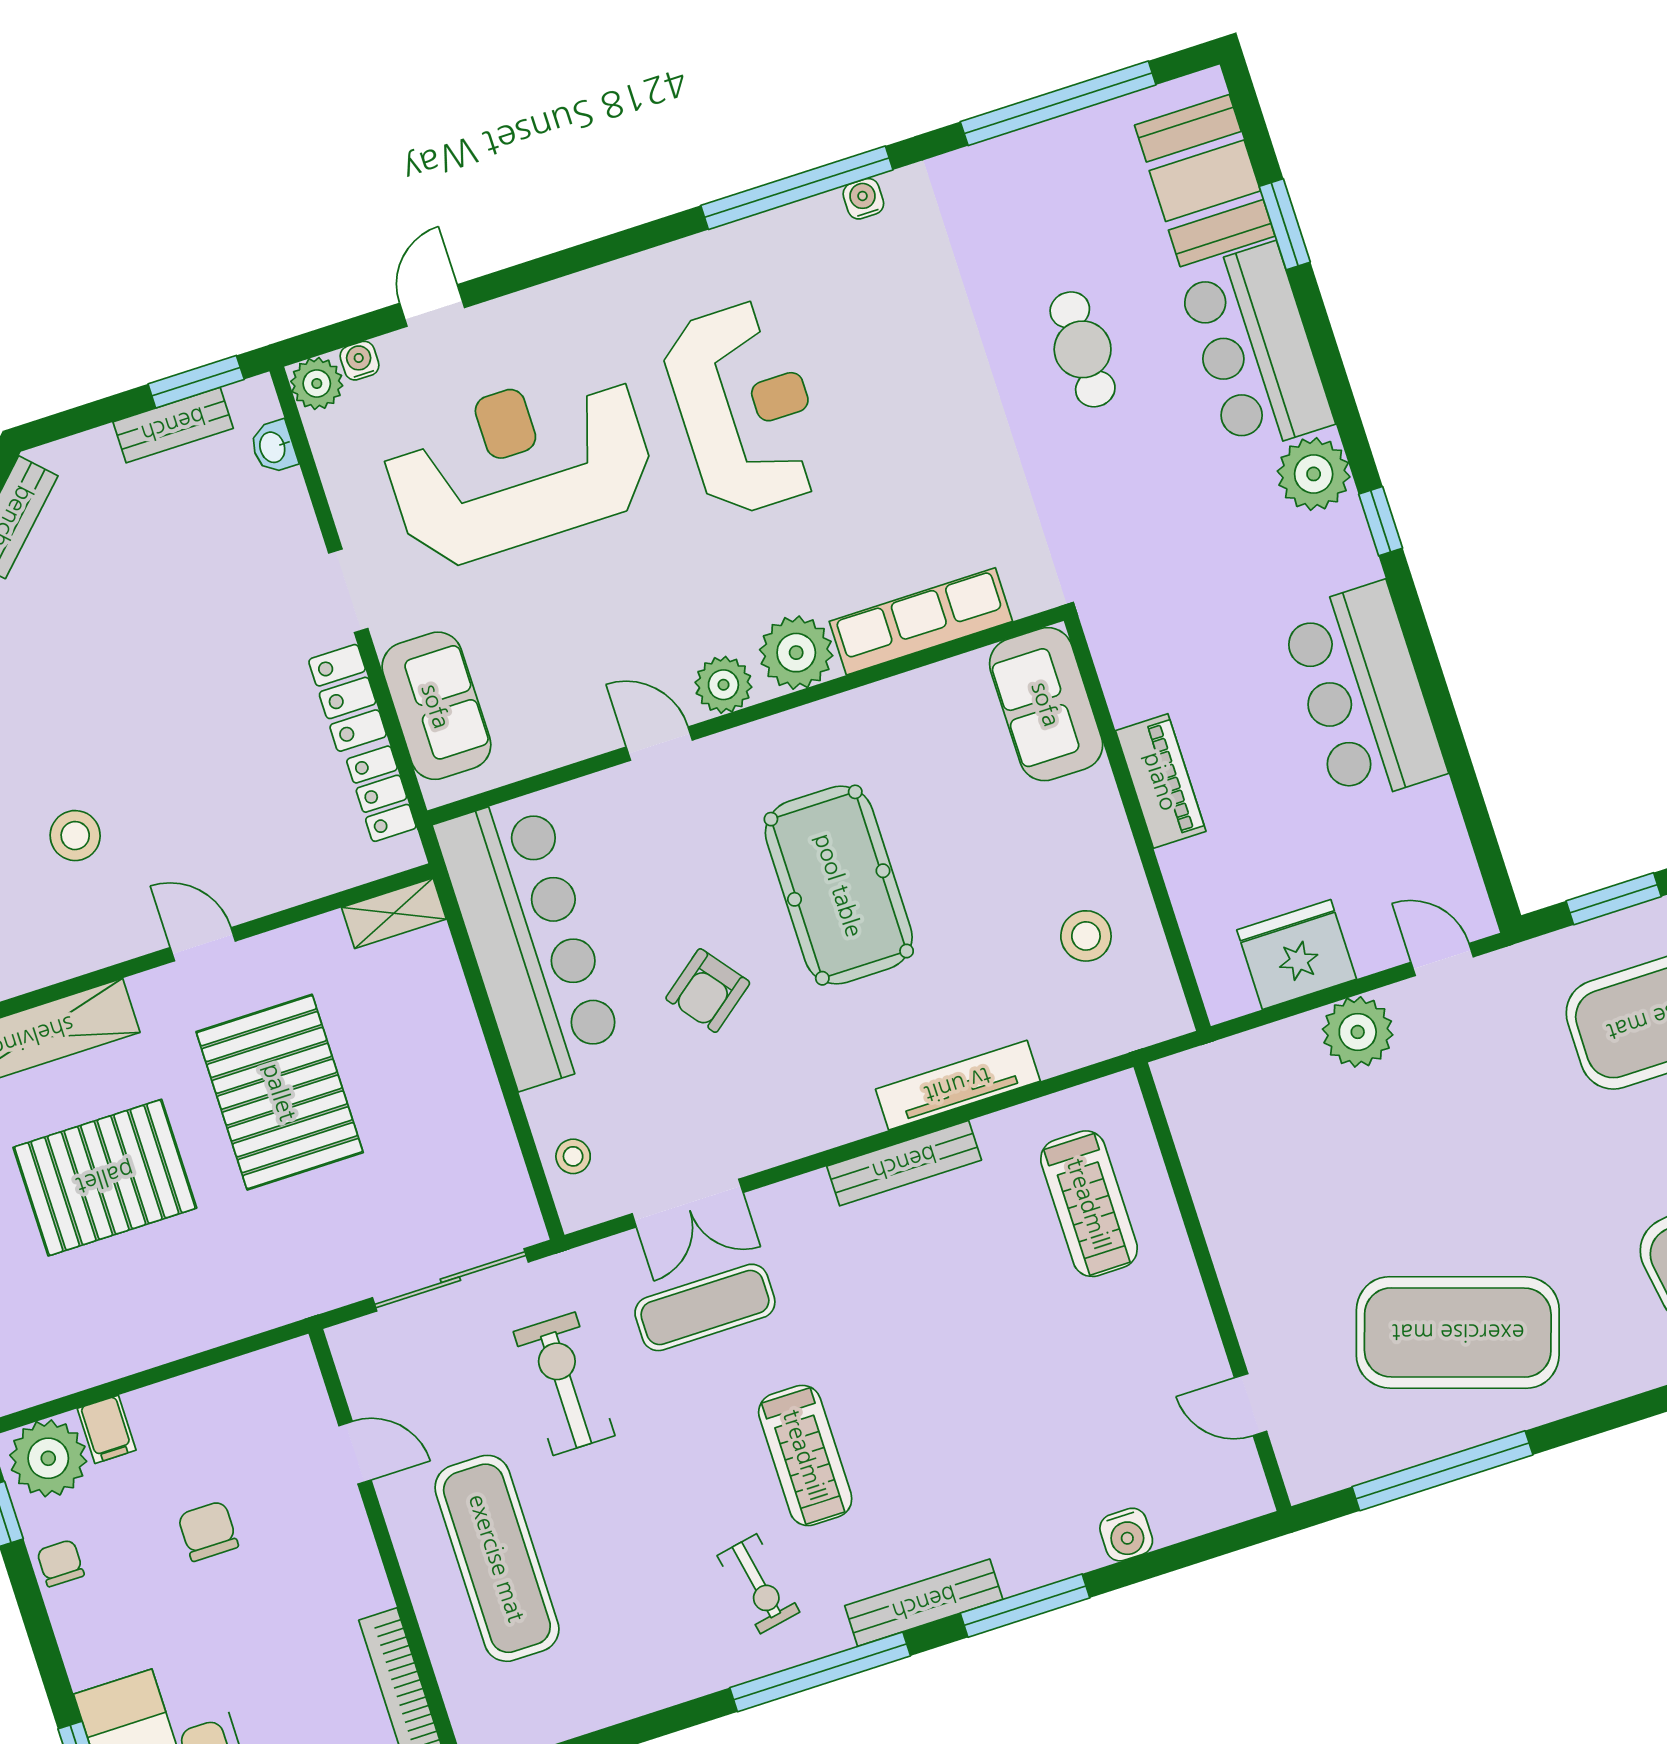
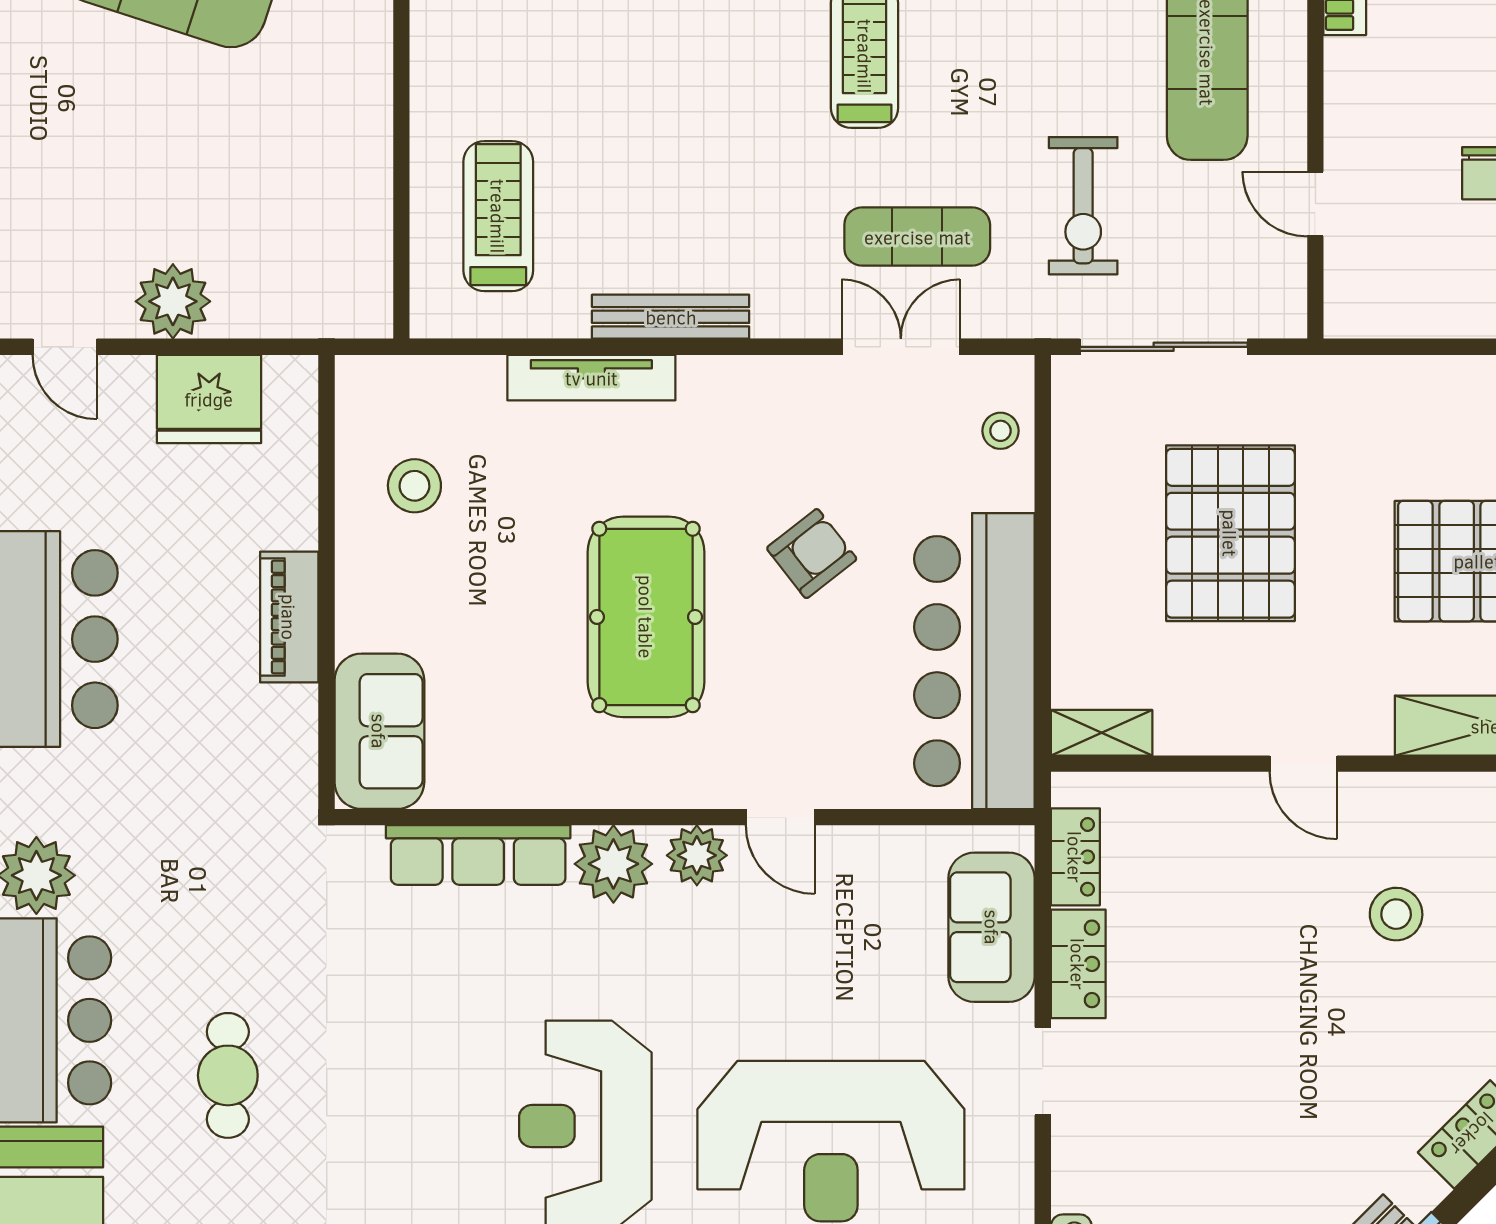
pallet: (280, 1092) -> (1230, 533), moved

